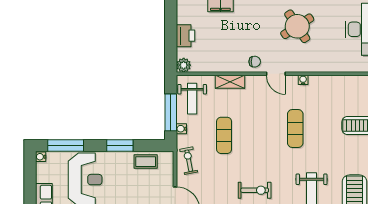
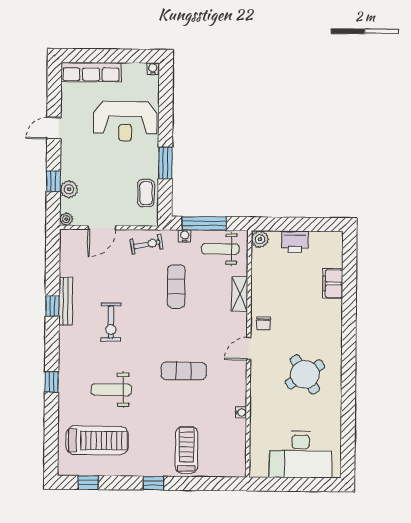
water cooler: (303, 80) -> (241, 412), moved
exercise mat: (224, 135) -> (176, 286), turned 90
window: (66, 146) -> (166, 98), removed

